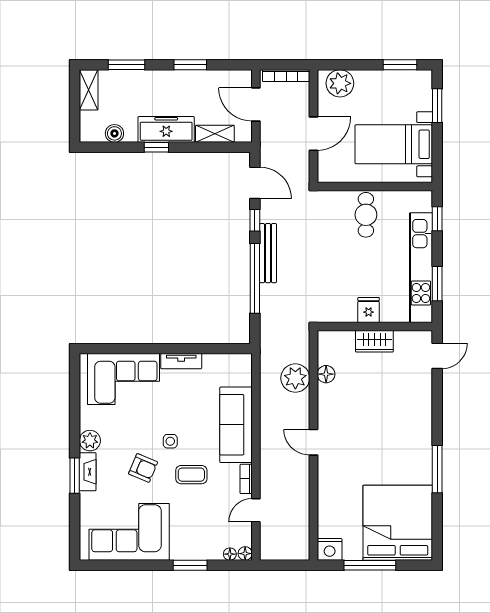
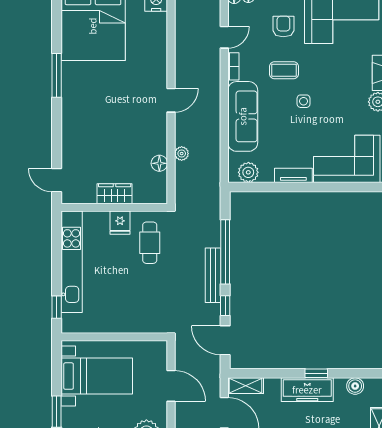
shelving: (215, 134) -> (246, 386), moved
door: (313, 134) -> (171, 386), swing flipped
cafe table: (366, 215) -> (150, 243), moved
window: (437, 284) -> (57, 247), removed
door: (437, 356) -> (57, 180), hinge flipped
plant: (230, 364) -> (248, 172), added
plant: (295, 378) -> (182, 154), width x0.53, depth x0.53
door: (313, 442) -> (171, 100), hinge flipped
armchair: (143, 468) -> (283, 27), moved, turned 67

